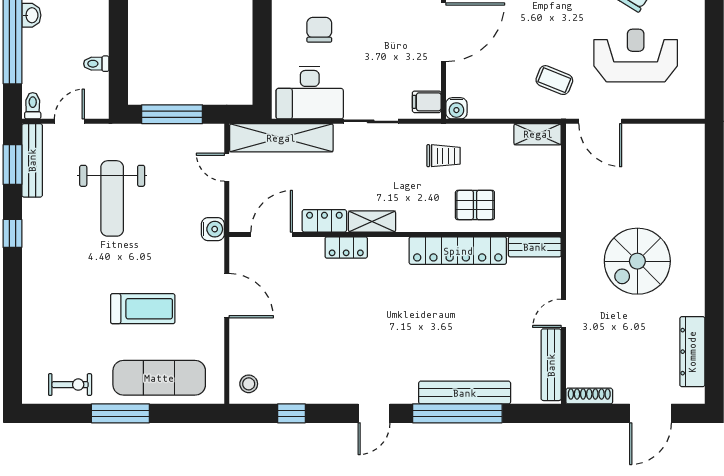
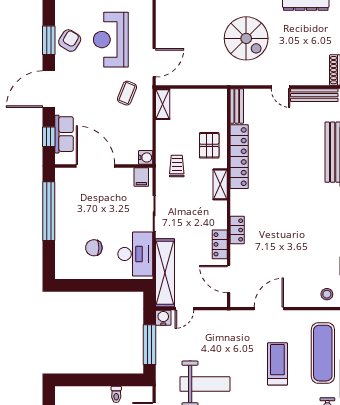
shelving: (372, 221) -> (220, 184), moved
water cooler: (213, 229) -> (163, 318), moved

